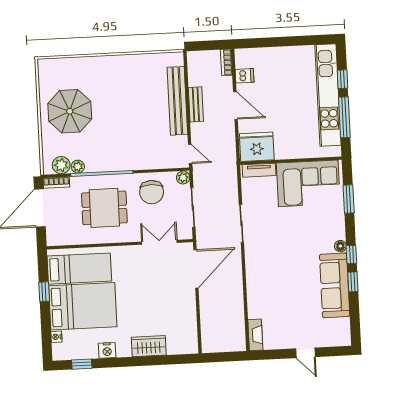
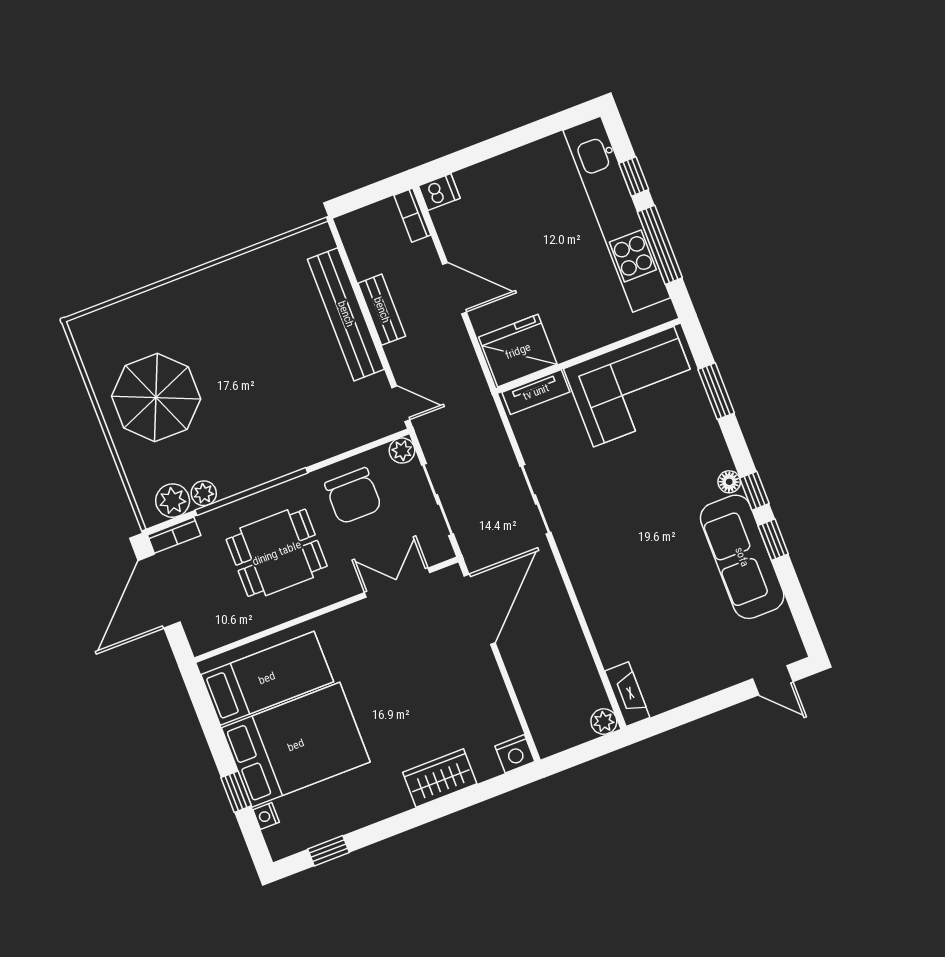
dishwasher: (245, 76) -> (439, 192), moved
window: (44, 292) -> (236, 792), moved
plant: (239, 345) -> (604, 722), added
nightstand: (107, 350) -> (515, 754), moved
door: (306, 353) -> (773, 680), moved

